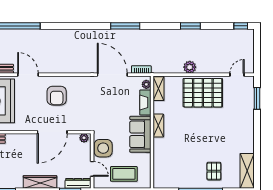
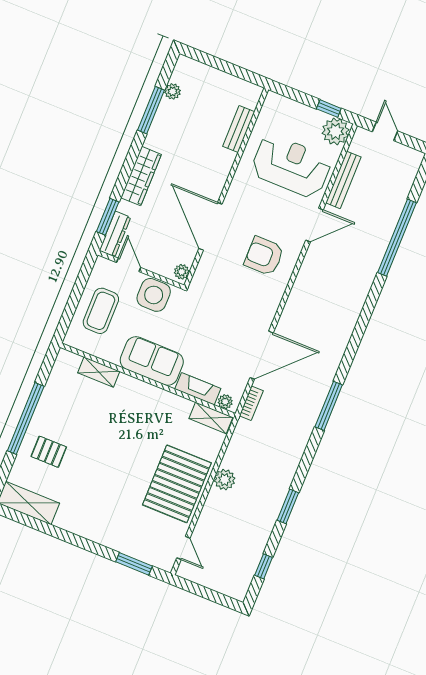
window: (241, 26) -> (264, 566), moved
shelving: (158, 126) -> (99, 372), moved
door: (92, 169) -> (129, 265), swing flipped

